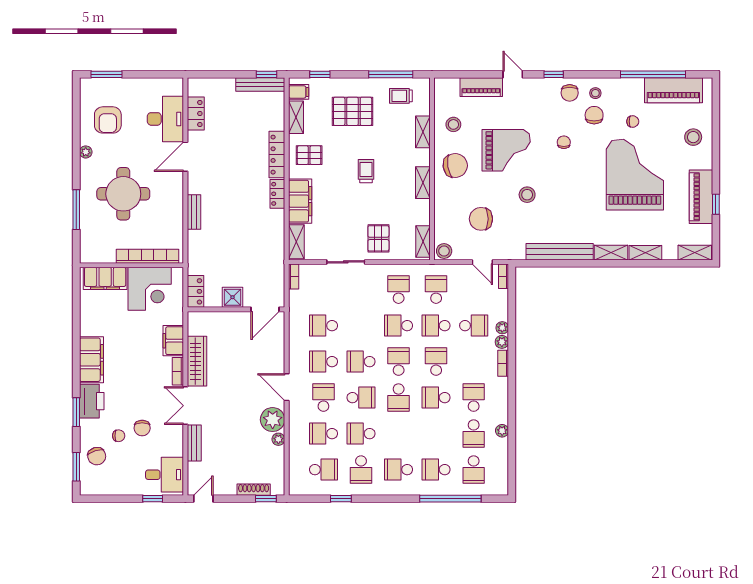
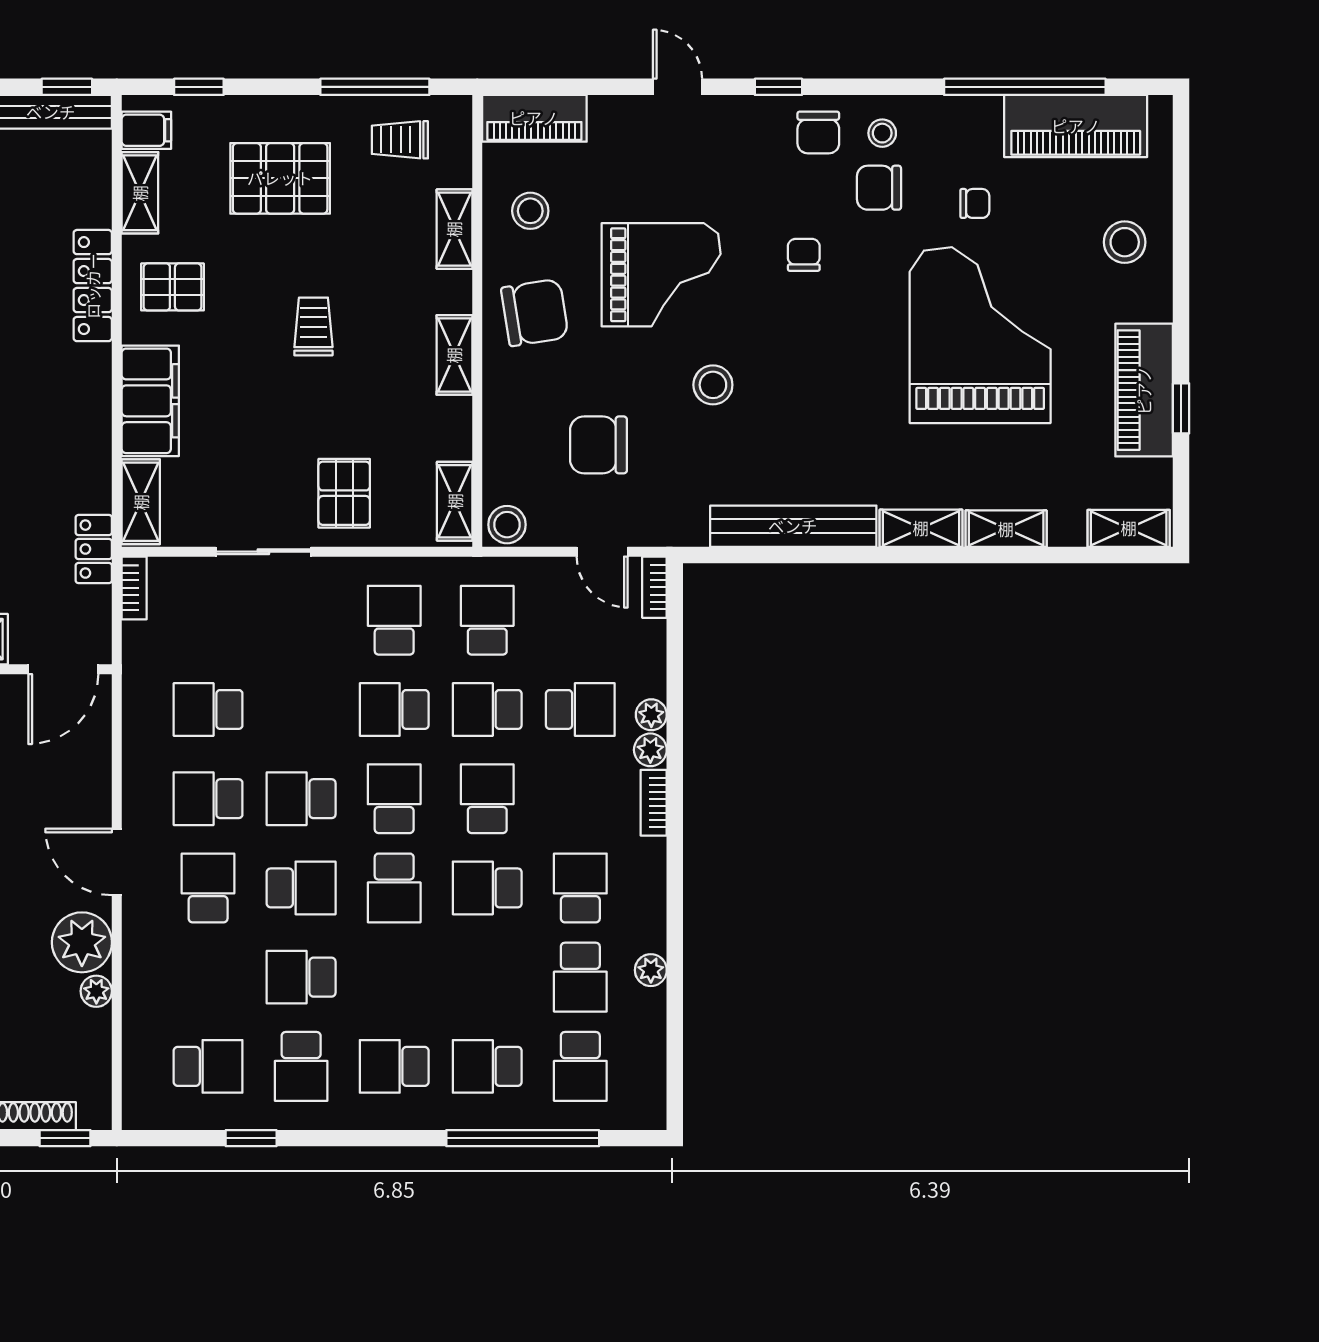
piano: (481, 87) -> (534, 118), moved
chair: (594, 115) -> (879, 188), turned -90
locker: (277, 194) -> (94, 549), moved
school desk: (323, 434) -> (208, 977), removed

